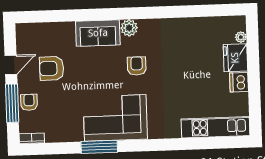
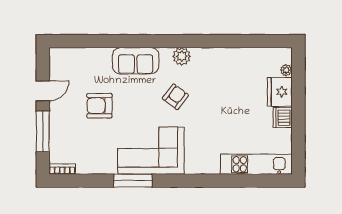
plant: (129, 28) -> (182, 56), moved
armchair: (137, 66) -> (175, 97), turned 37
armchair: (52, 68) -> (99, 106), moved
armchair: (29, 102) -> (61, 131), removed

